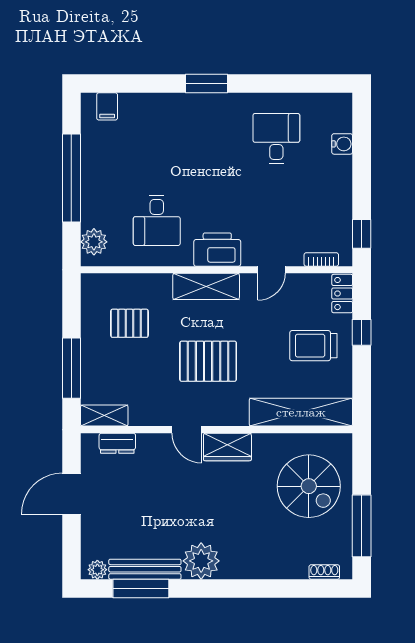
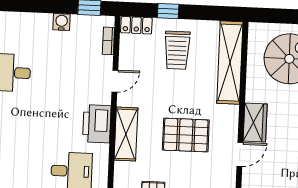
water cooler: (342, 144) -> (62, 22), moved
door: (271, 270) -> (115, 81), hinge flipped
pallet: (208, 361) -> (186, 135), turned 90

